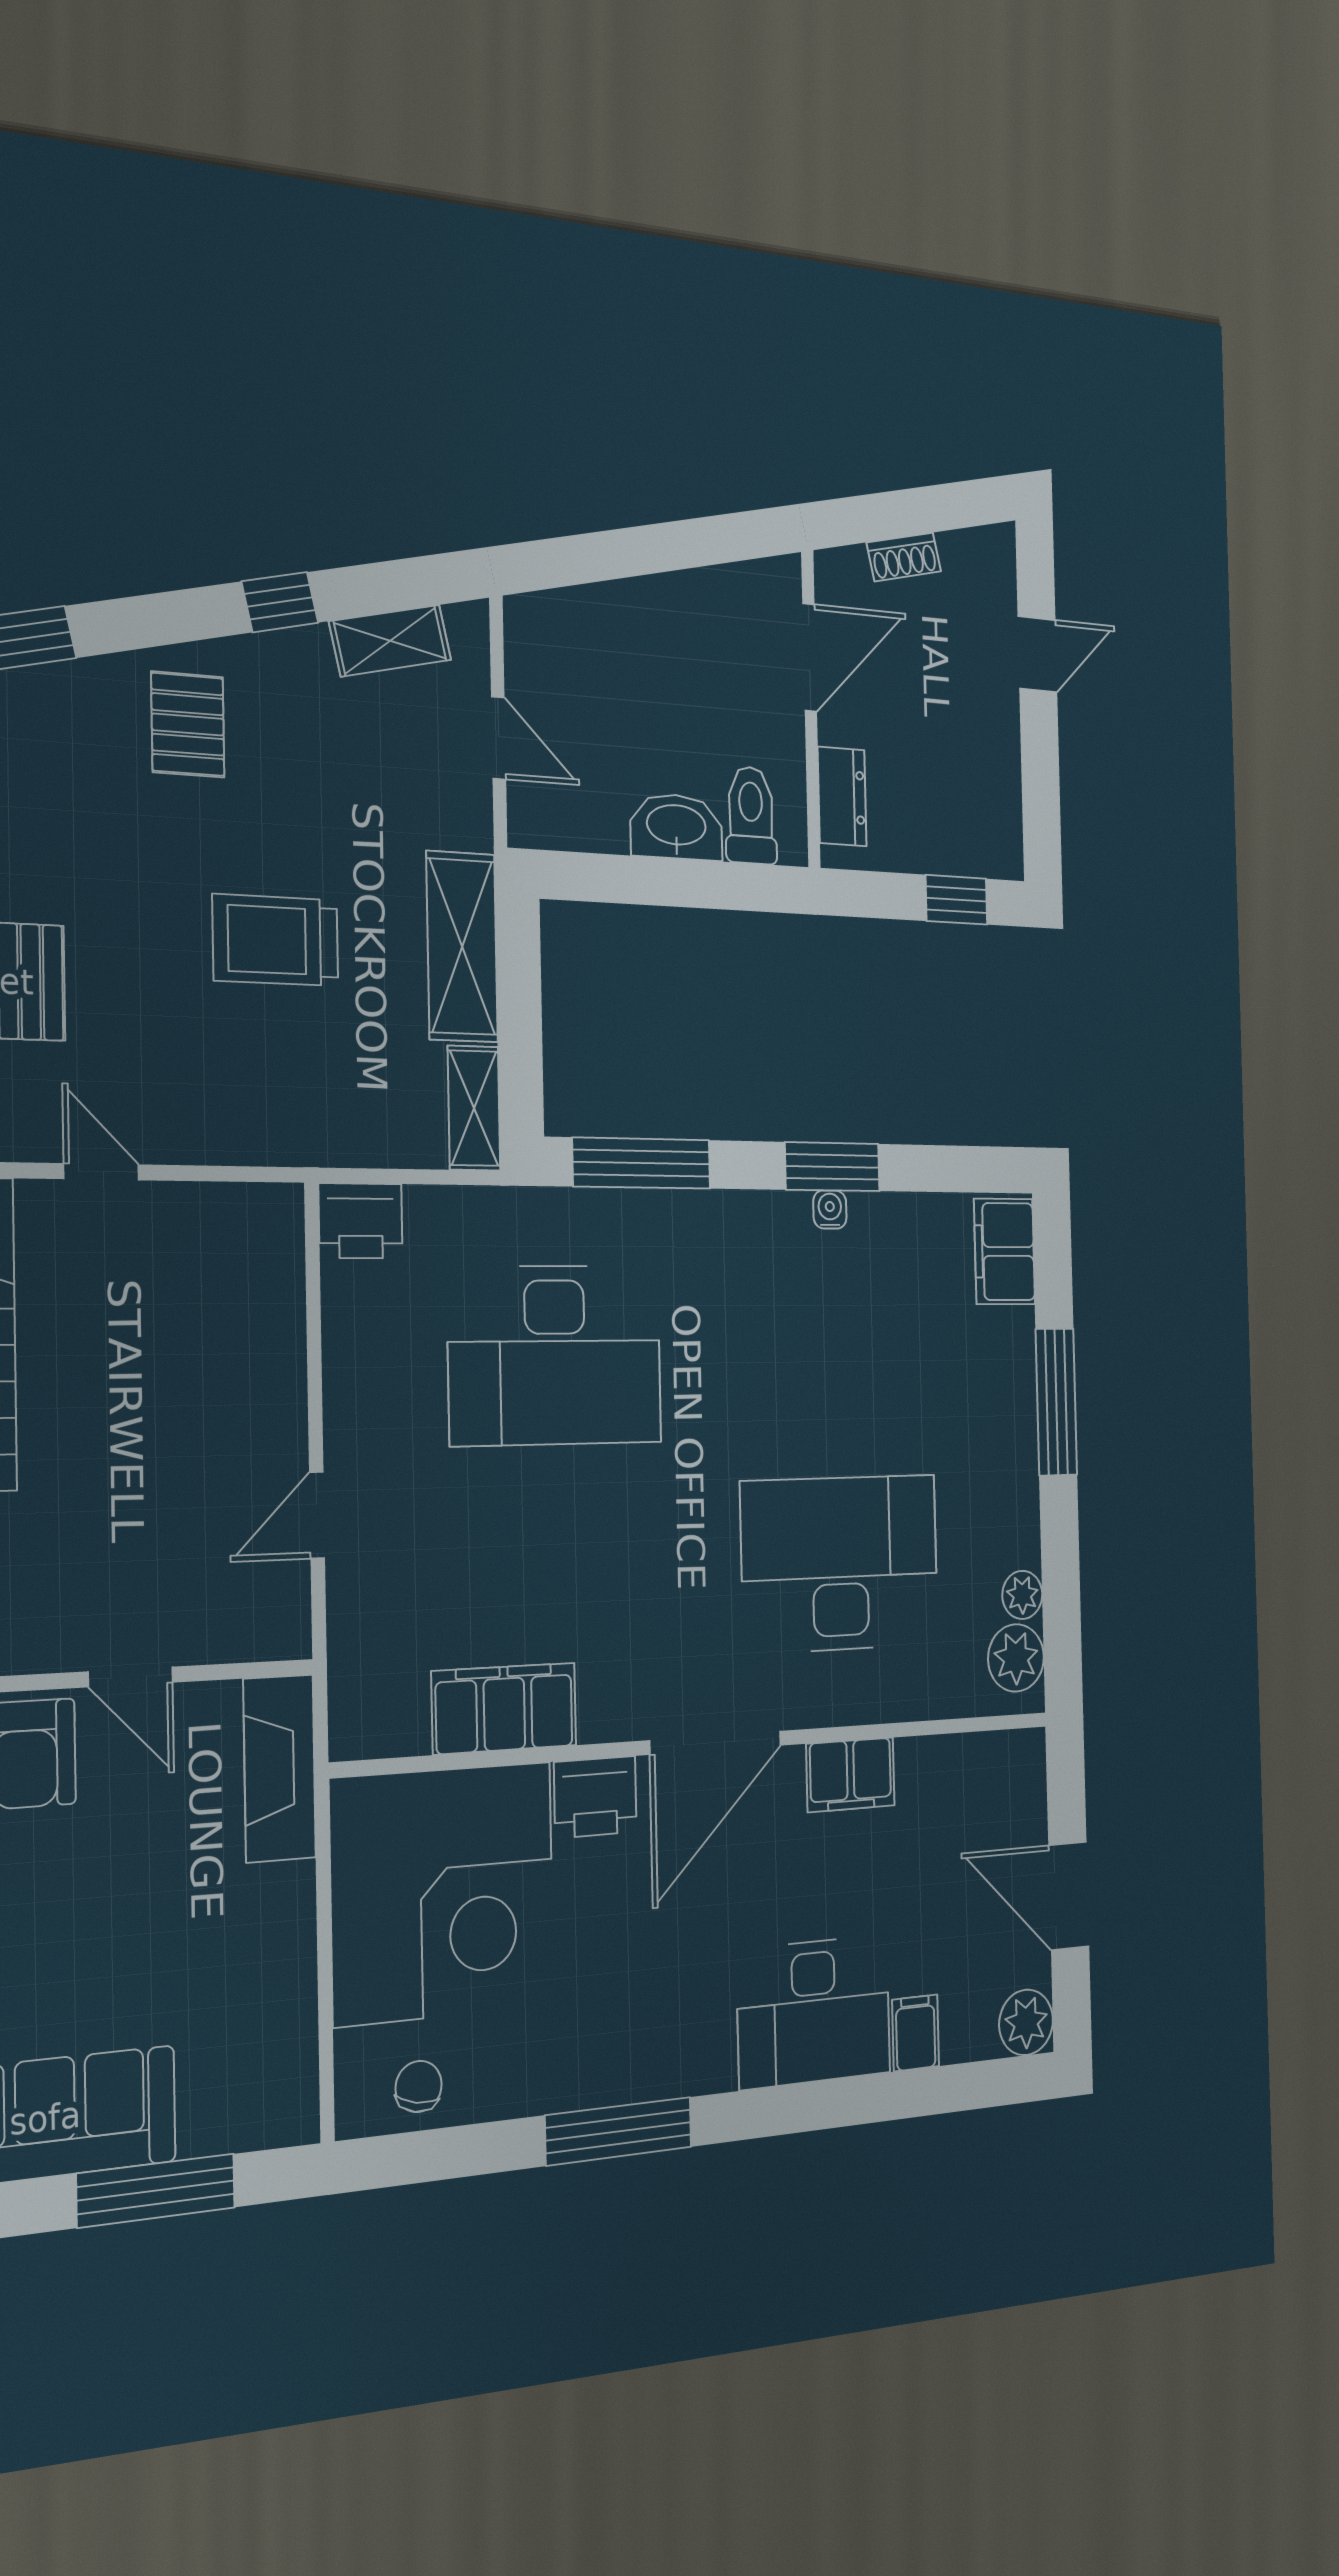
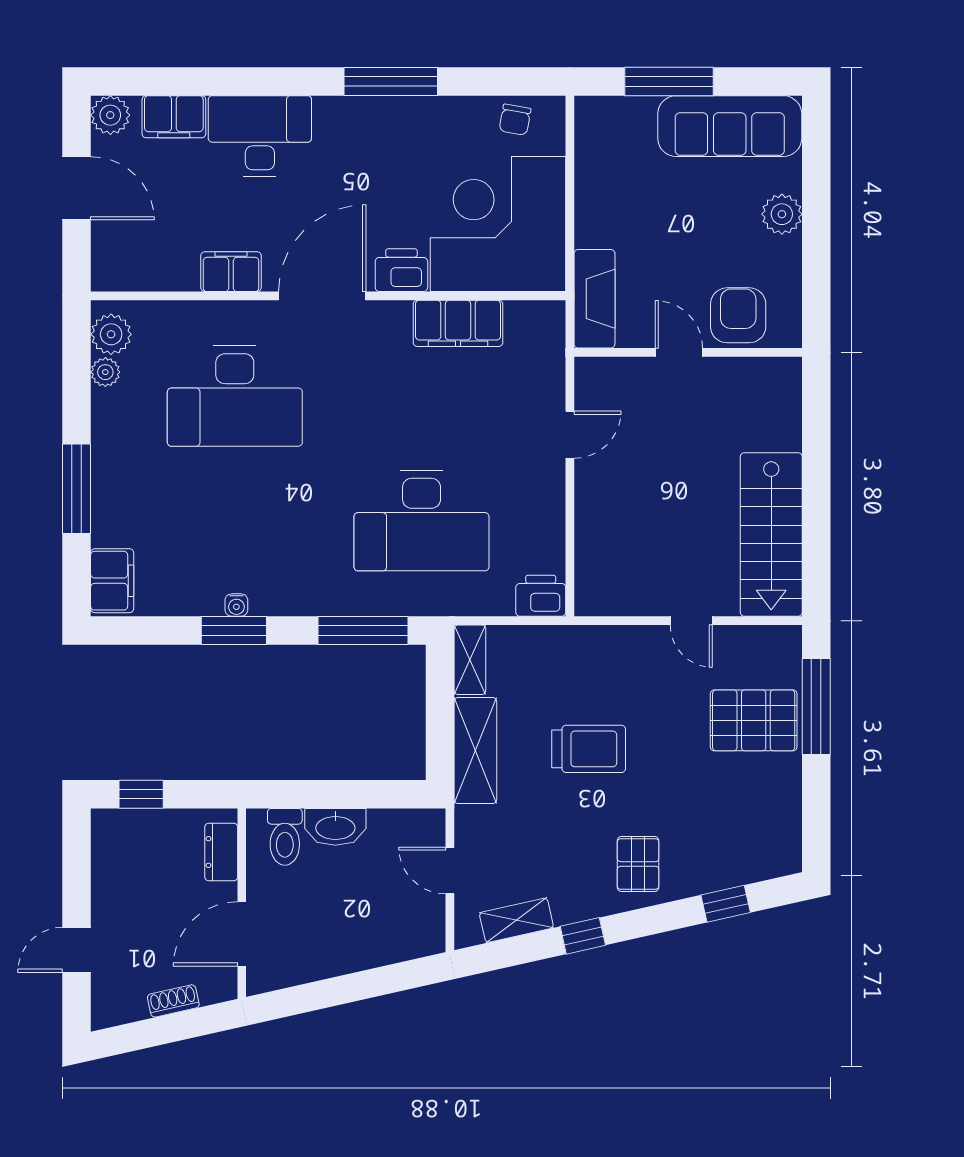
desk: (555, 1355) -> (422, 521), turned 180
filing cabinet: (916, 2033) -> (174, 117), width x2.00

